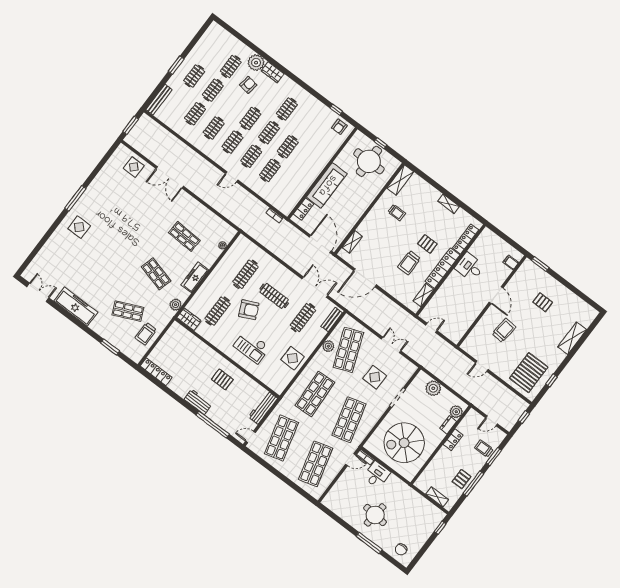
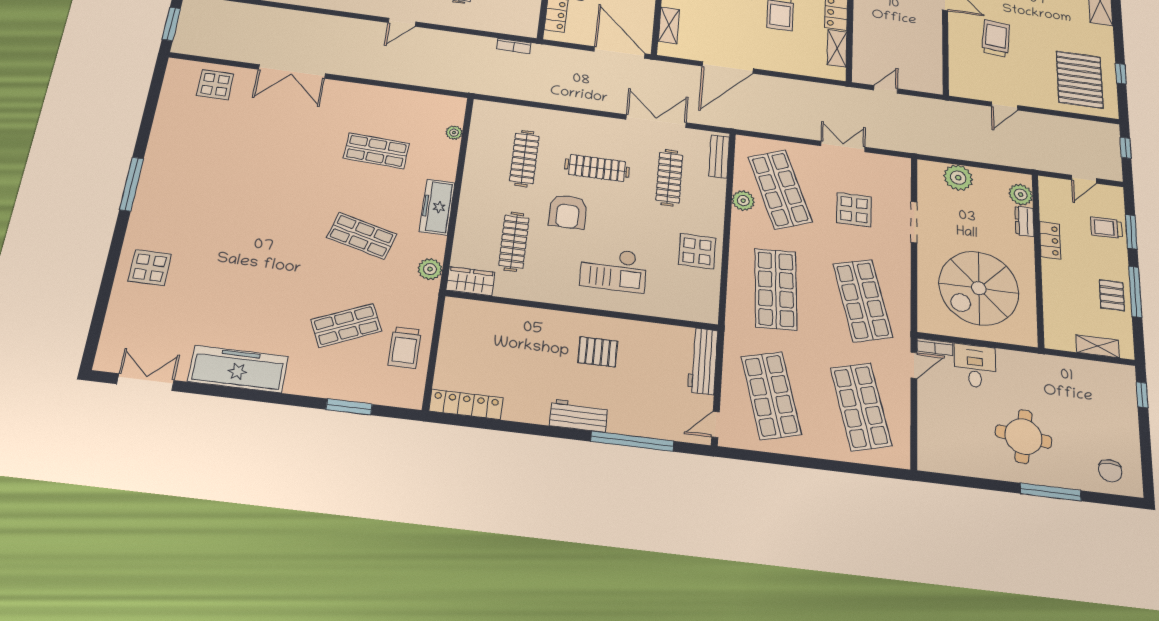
display table: (79, 227) -> (150, 268), moved
armchair: (249, 310) -> (568, 212), turned 115

